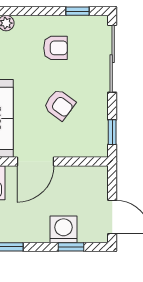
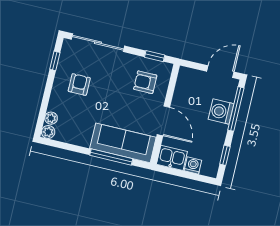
armchair: (59, 105) -> (145, 82), moved, turned -126
window: (71, 247) -> (236, 109), width x2.17

